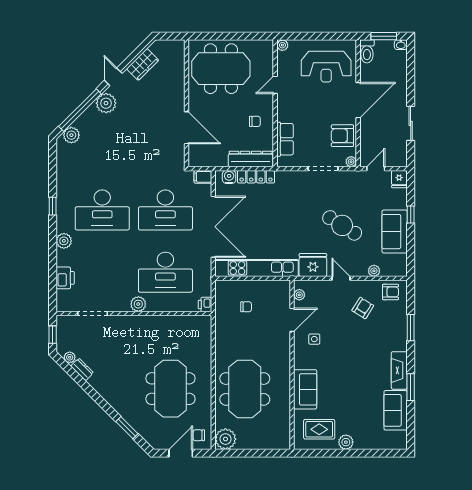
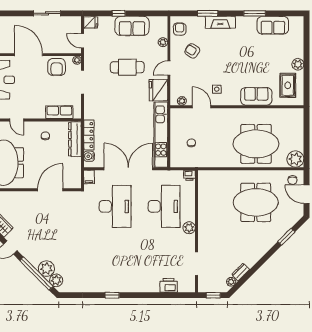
plant: (106, 103) -> (46, 269), moved
desk: (102, 210) -> (115, 256), removed
cafe table: (342, 225) -> (127, 67), turned 58
plant: (64, 241) -> (139, 286), removed
fireplace: (399, 370) -> (220, 22), moved

